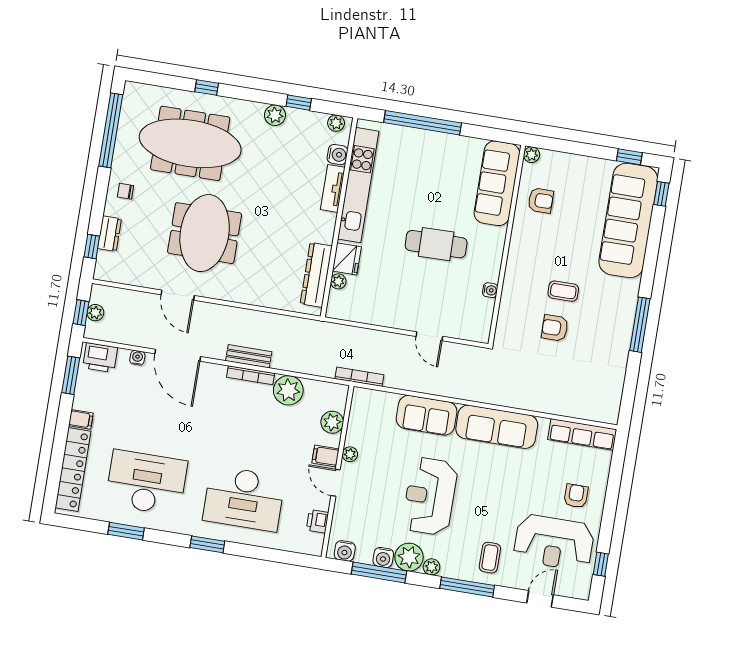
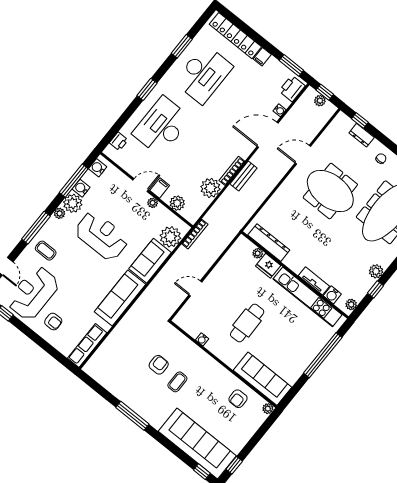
plant: (381, 406) -> (170, 237), added
printer: (317, 521) -> (119, 141), moved, turned 90

